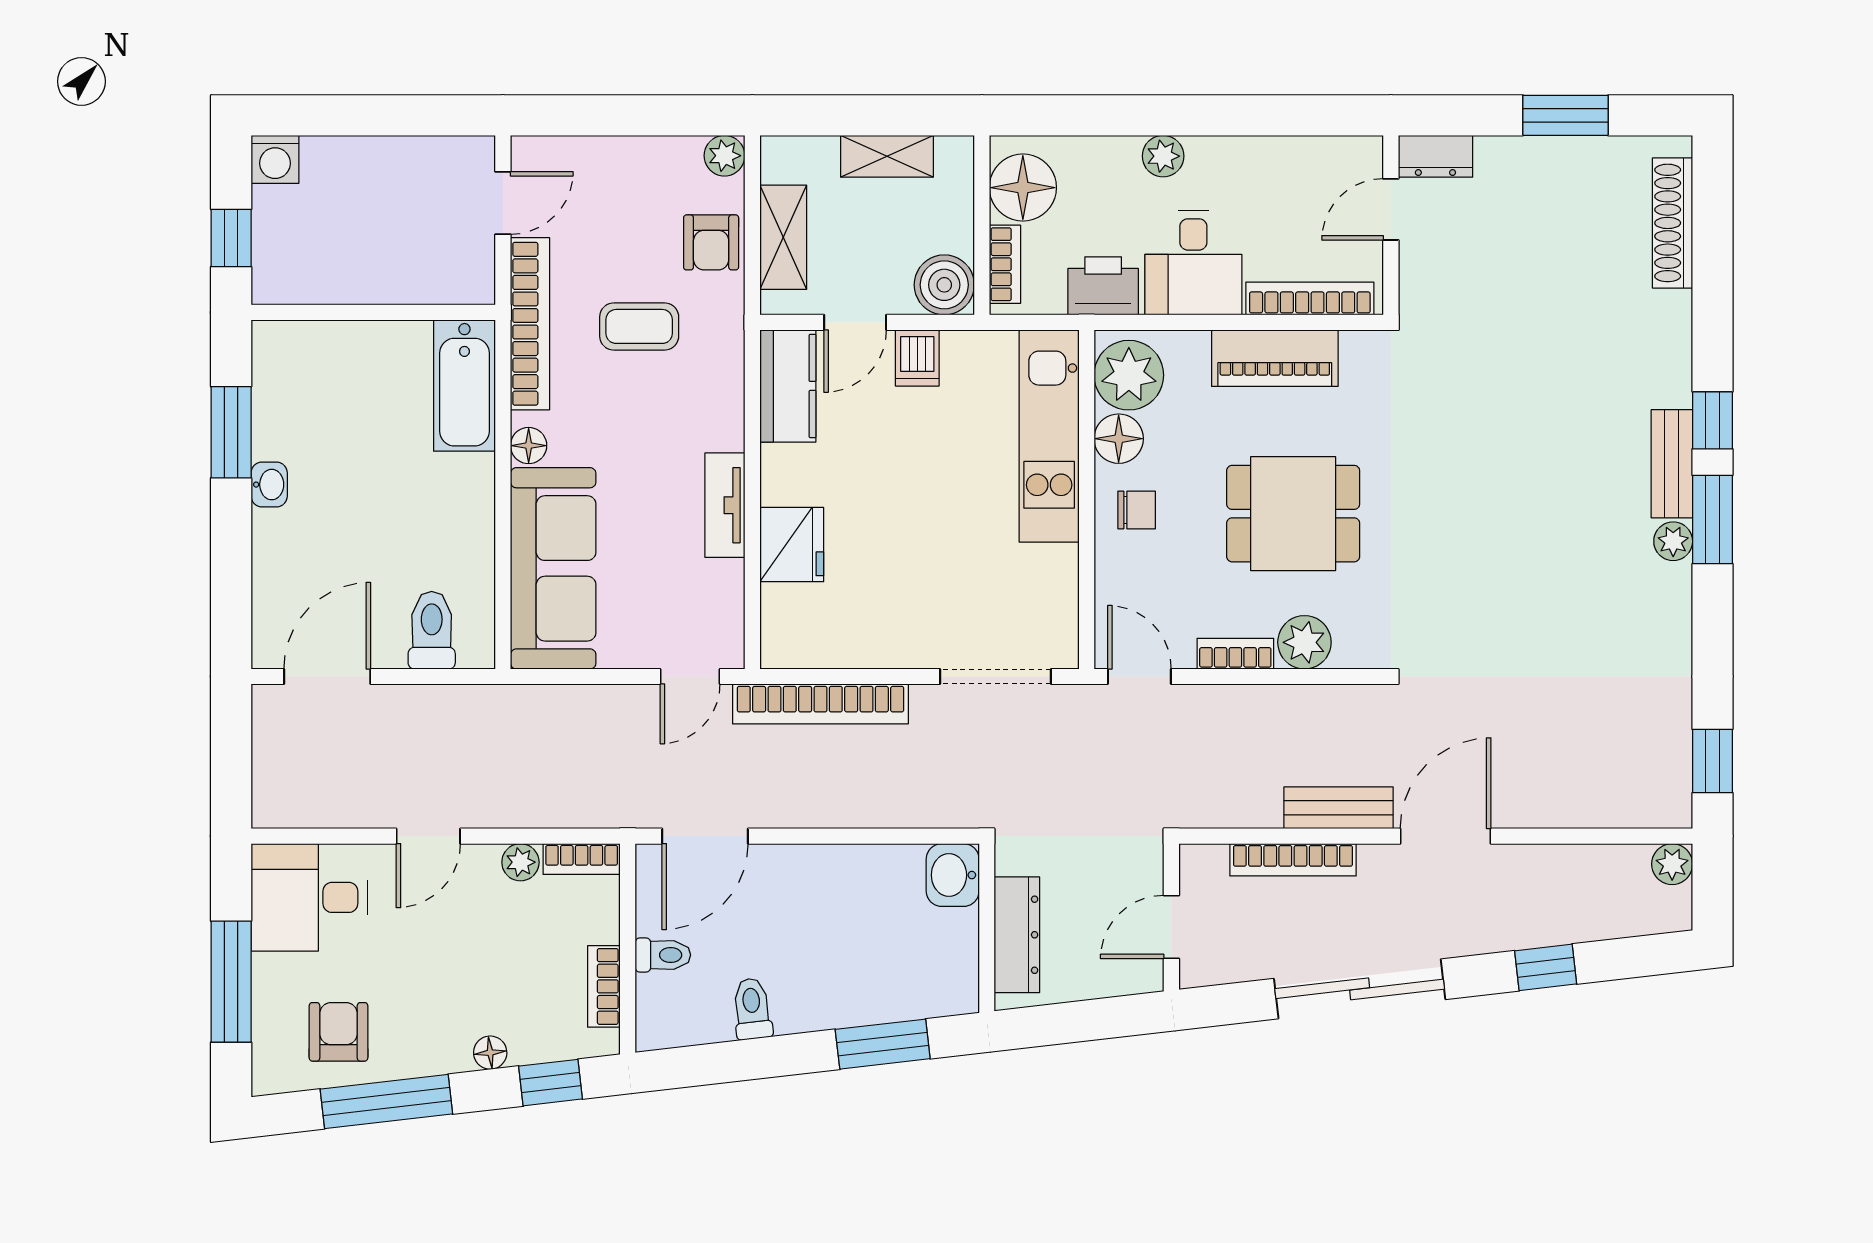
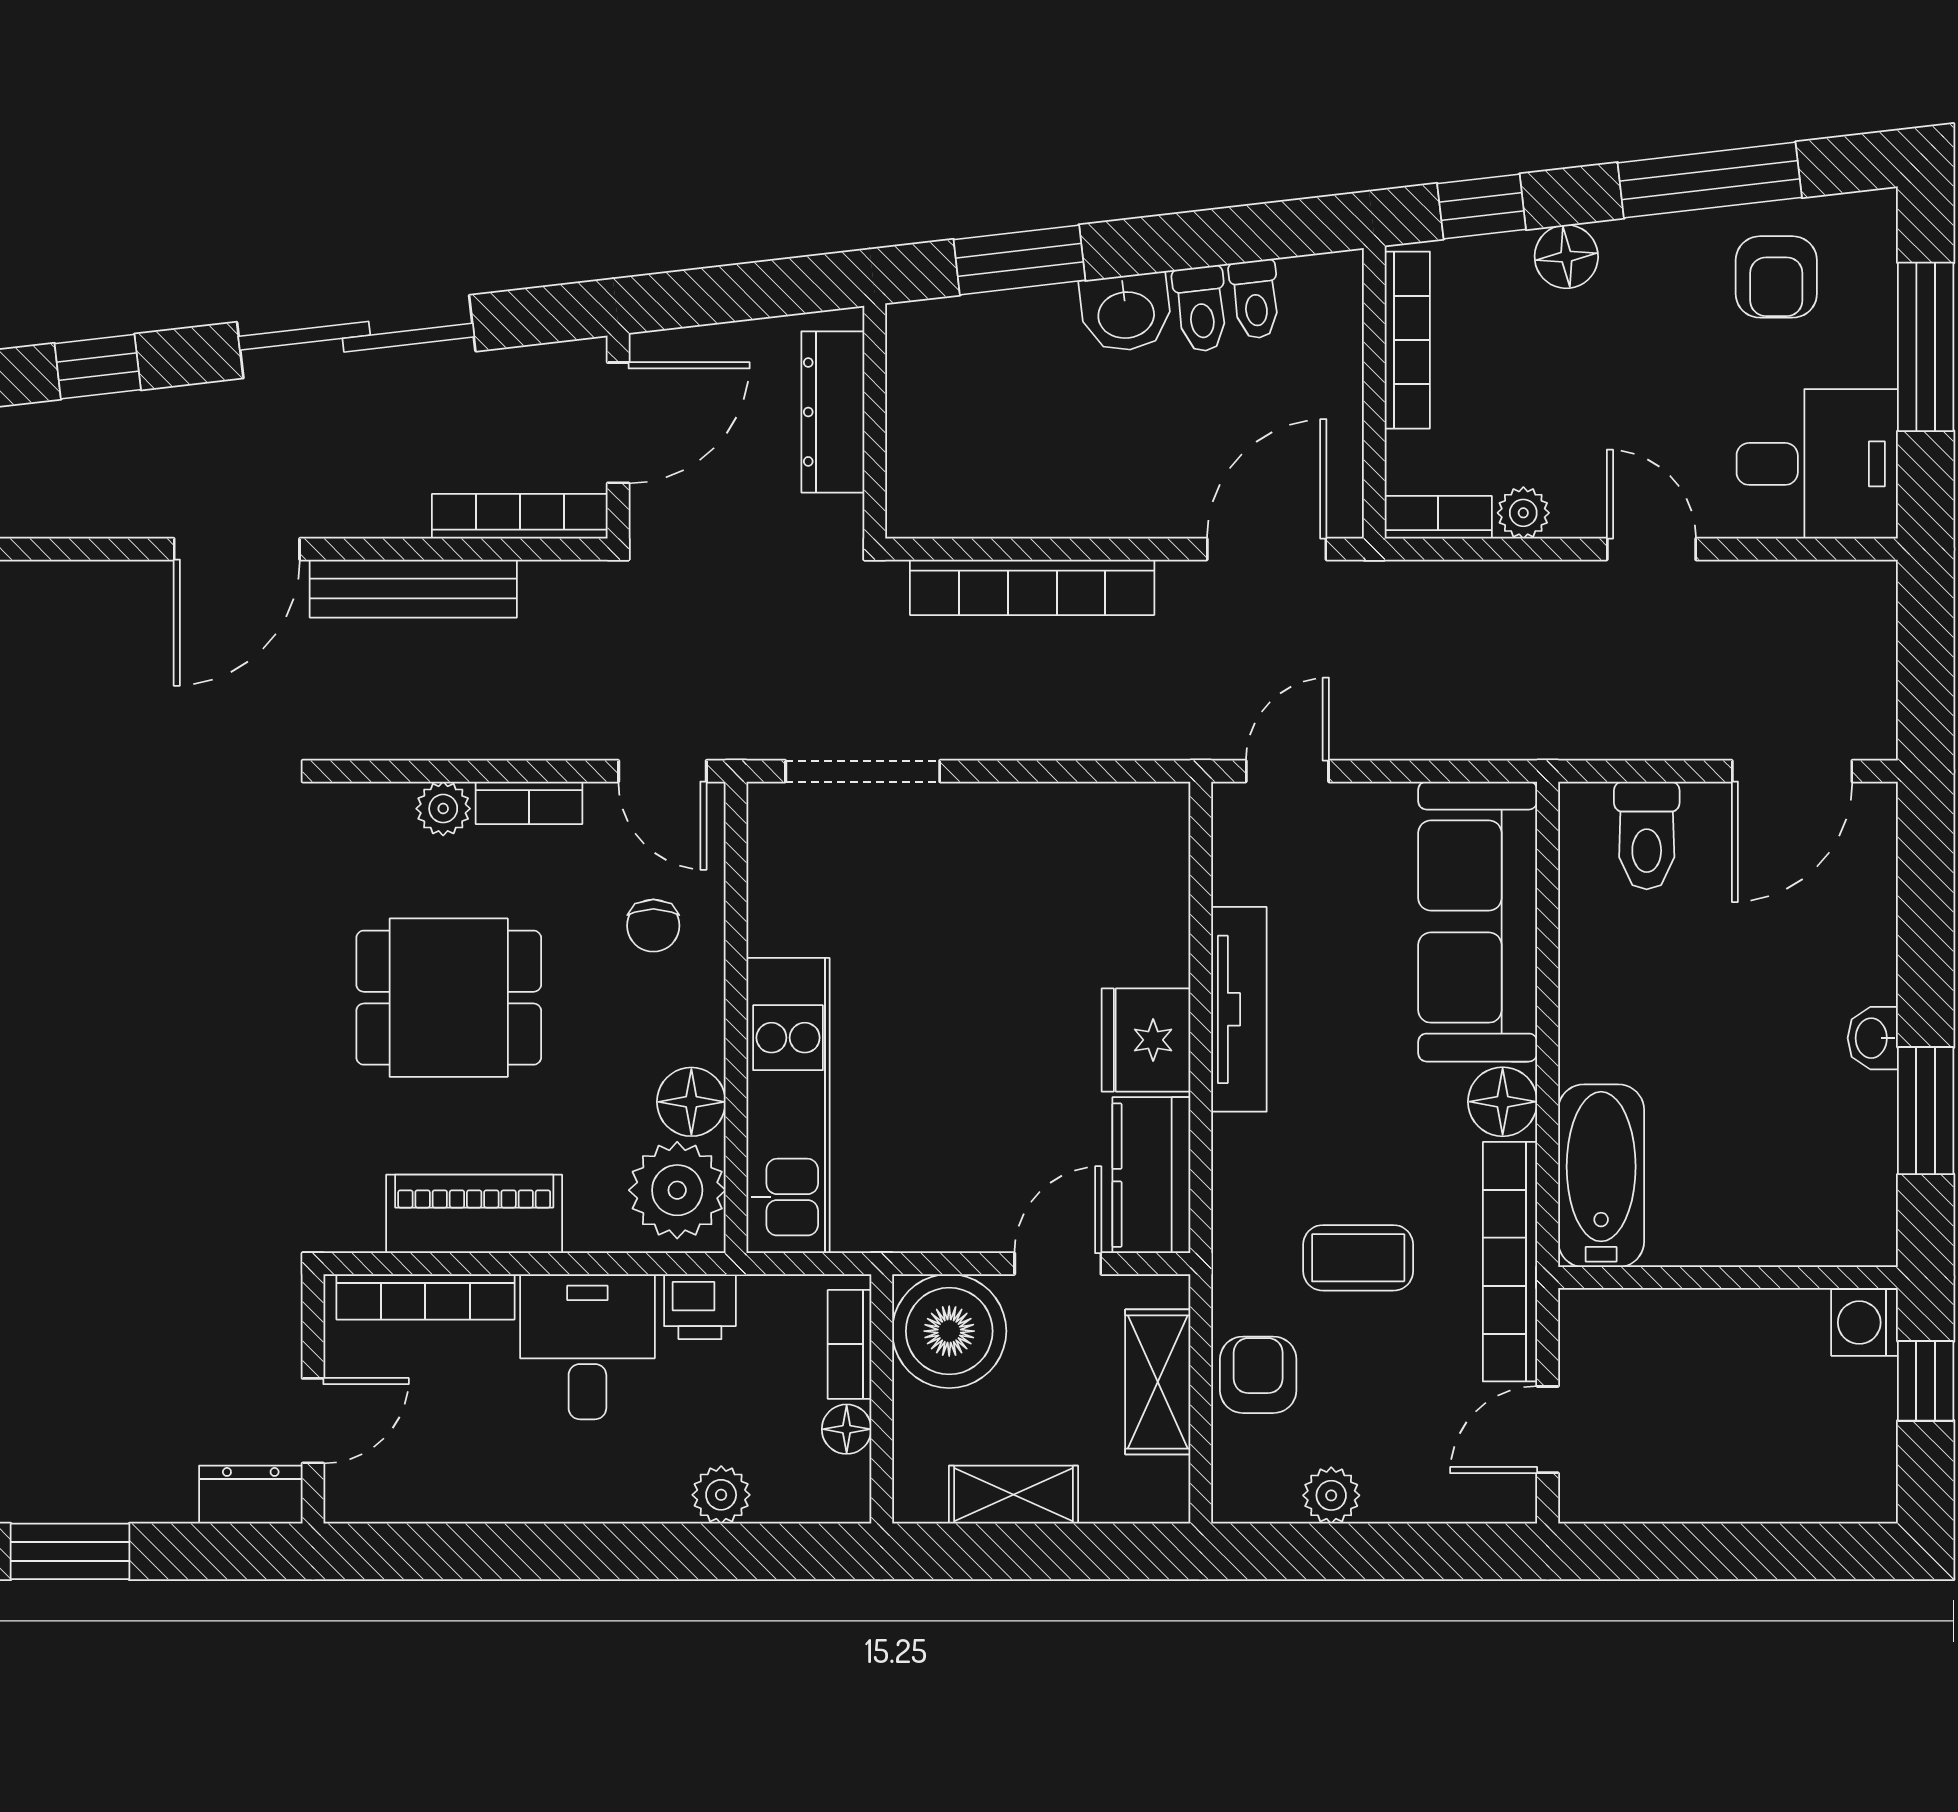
plant: (724, 156) -> (1331, 1495), moved
plant: (1163, 156) -> (721, 1495), moved
washing machine: (275, 159) -> (1865, 1323), moved, turned -90
floor lamp: (1023, 188) -> (847, 1429), width x0.53, depth x0.53
boiler: (944, 285) -> (949, 1331), width x1.37, depth x1.37
printer: (1103, 286) -> (700, 1307), width x0.73, depth x0.81
dishwasher: (917, 358) -> (971, 1214), removed
floor lamp: (529, 446) -> (1503, 1102), width x1.37, depth x1.37
tv unit: (725, 505) -> (1239, 1009), width x1.41
chair: (1137, 510) -> (653, 926), moved, turned -90
fridge: (792, 545) -> (1146, 1040), moved
plant: (1304, 642) -> (443, 809), width x0.73, depth x0.73
bookcase: (820, 704) -> (1032, 587), moved, turned 180
bench: (1338, 808) -> (413, 589), width x1.36
door: (428, 836) -> (1651, 549), hinge flipped
bookcase: (1293, 860) -> (520, 516), moved
washbasin: (953, 875) -> (1126, 313), moved, turned 83
door: (1171, 927) -> (618, 423), width x1.38
toilet: (663, 955) -> (1255, 299), moved, turned -97
bookcase: (604, 986) -> (1407, 340), width x1.56
floor lamp: (490, 1053) -> (1566, 257), width x1.37, depth x1.37

